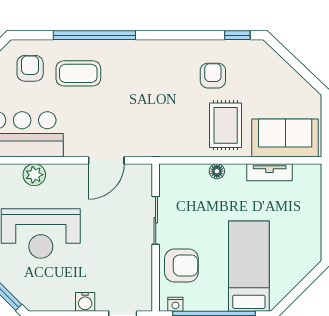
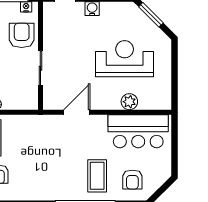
coffee table: (78, 73) -> (97, 176), turned 90
armchair: (181, 265) -> (22, 35), turned 90

